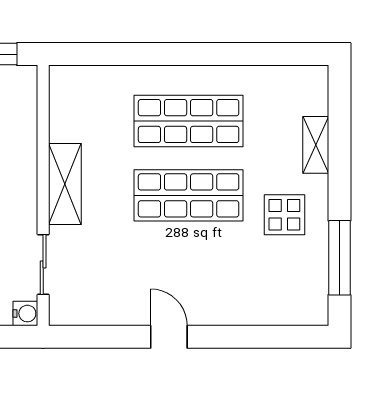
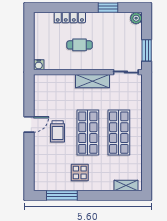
shelving: (316, 145) -> (126, 186), moved
sliding door: (43, 264) -> (126, 72), moved
trolley: (186, 268) -> (58, 131), added

